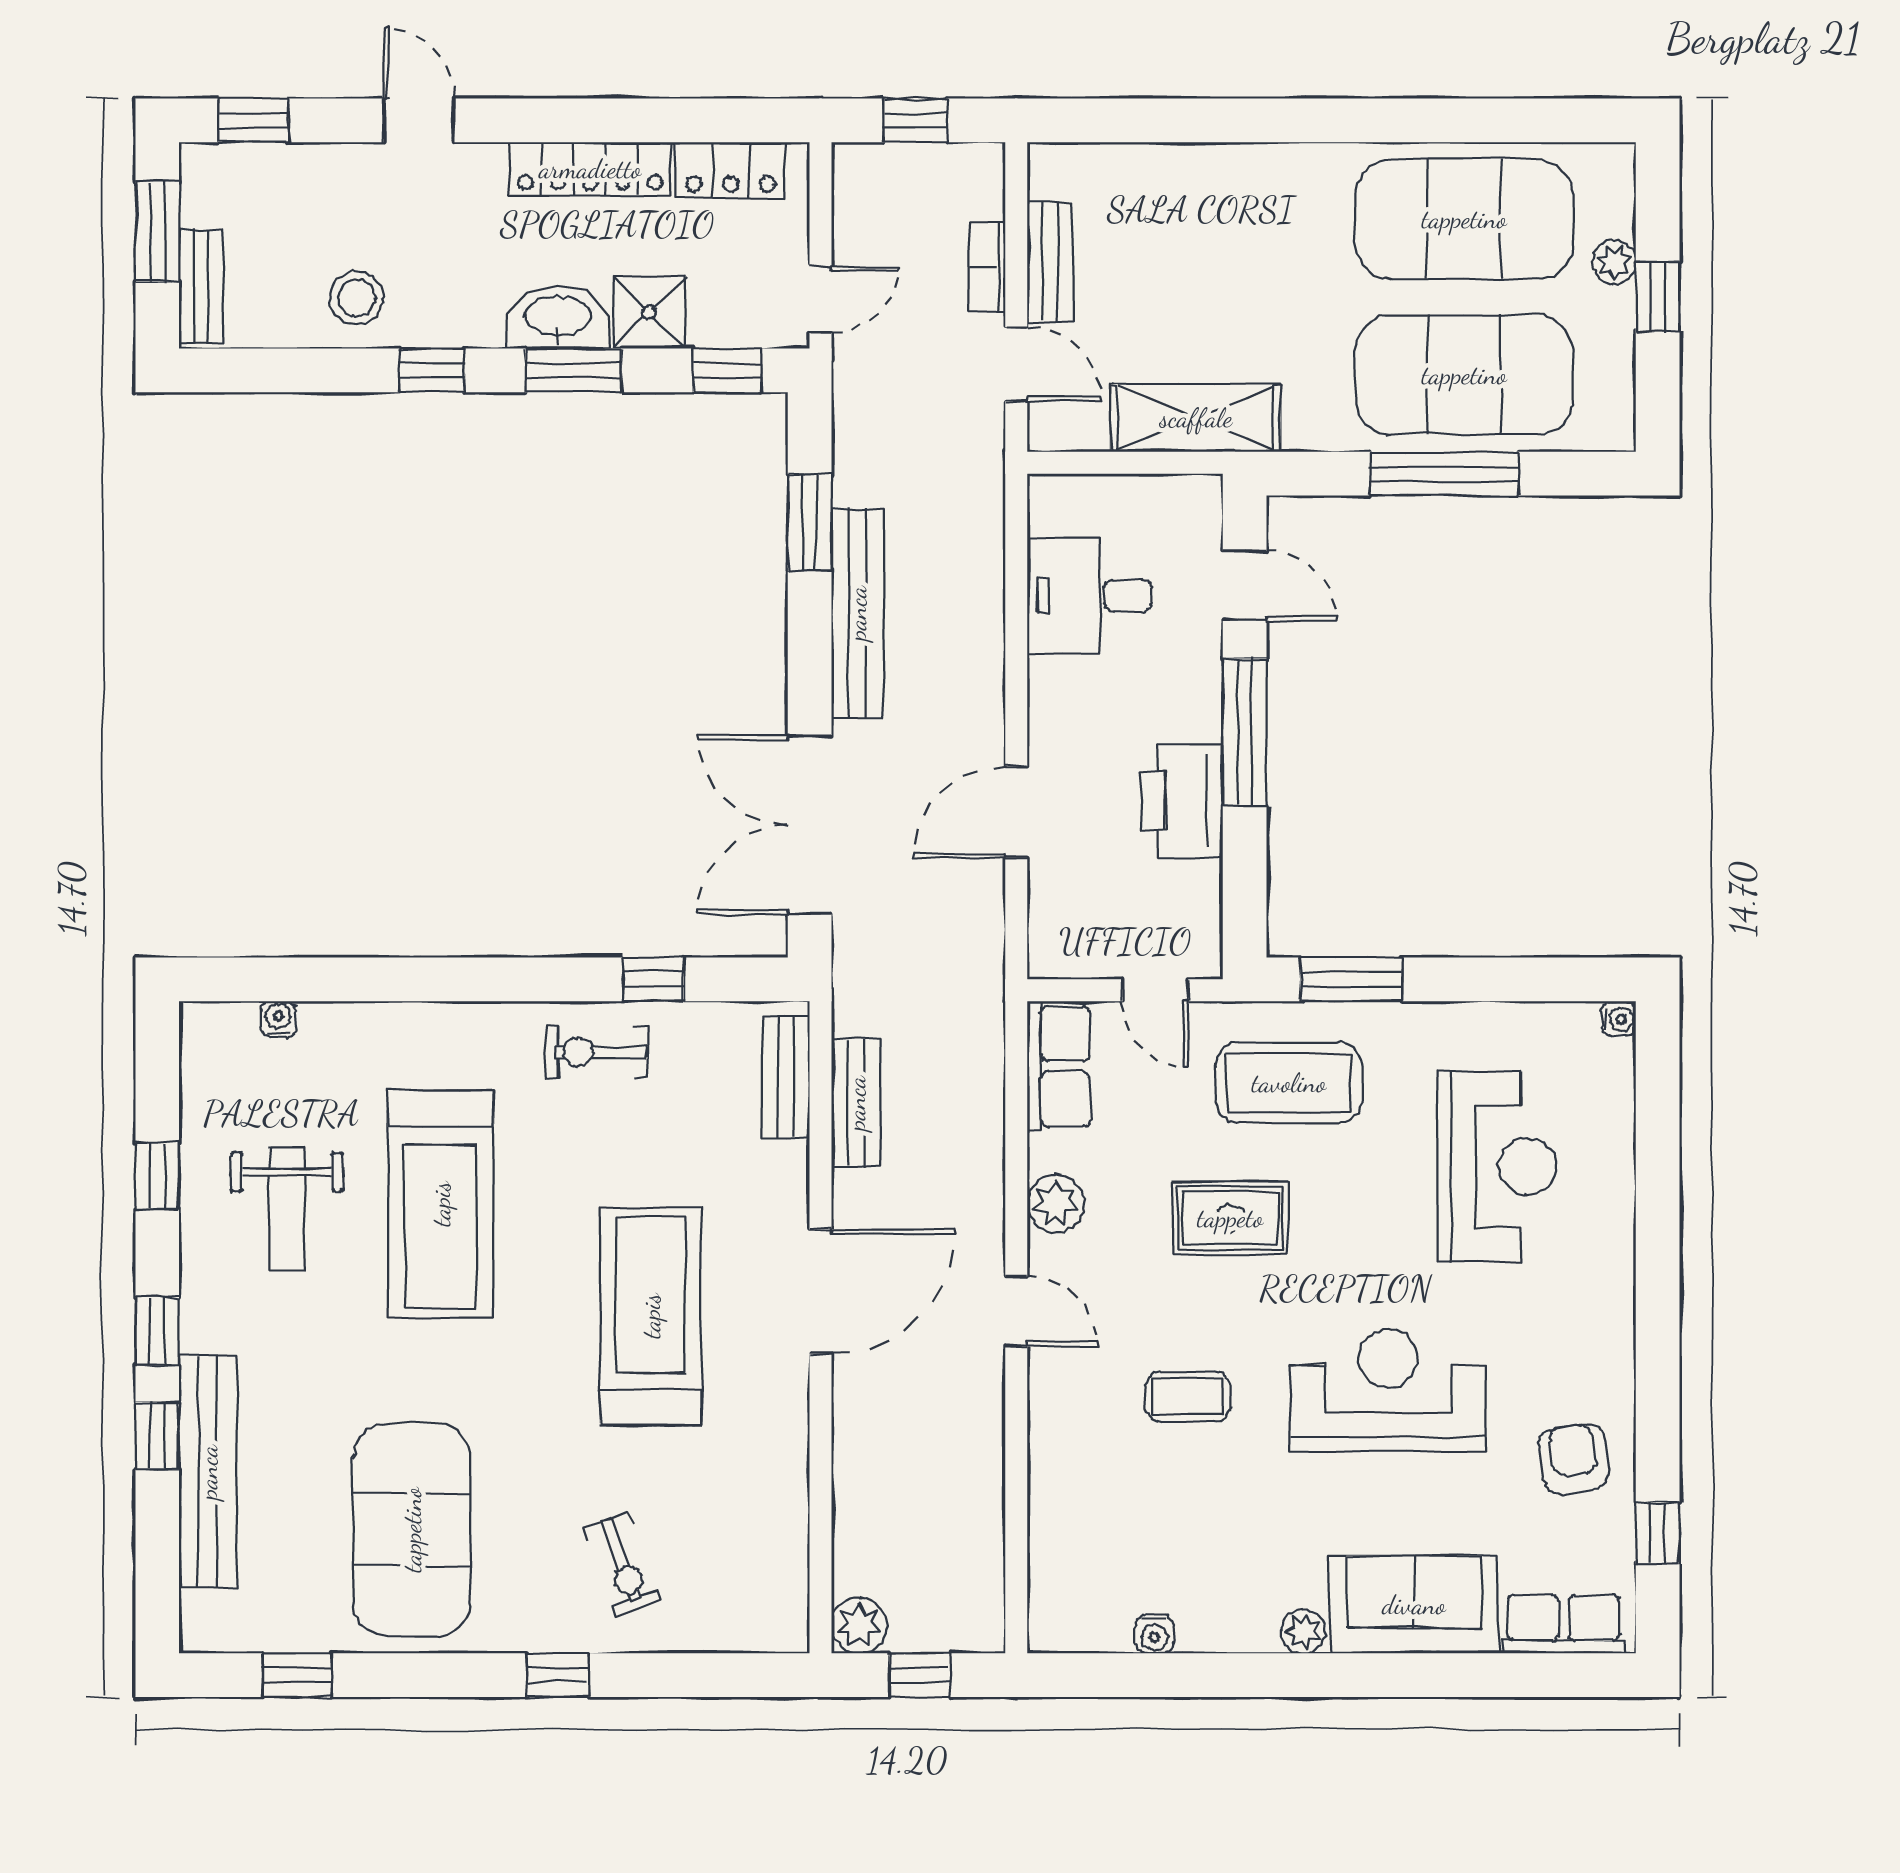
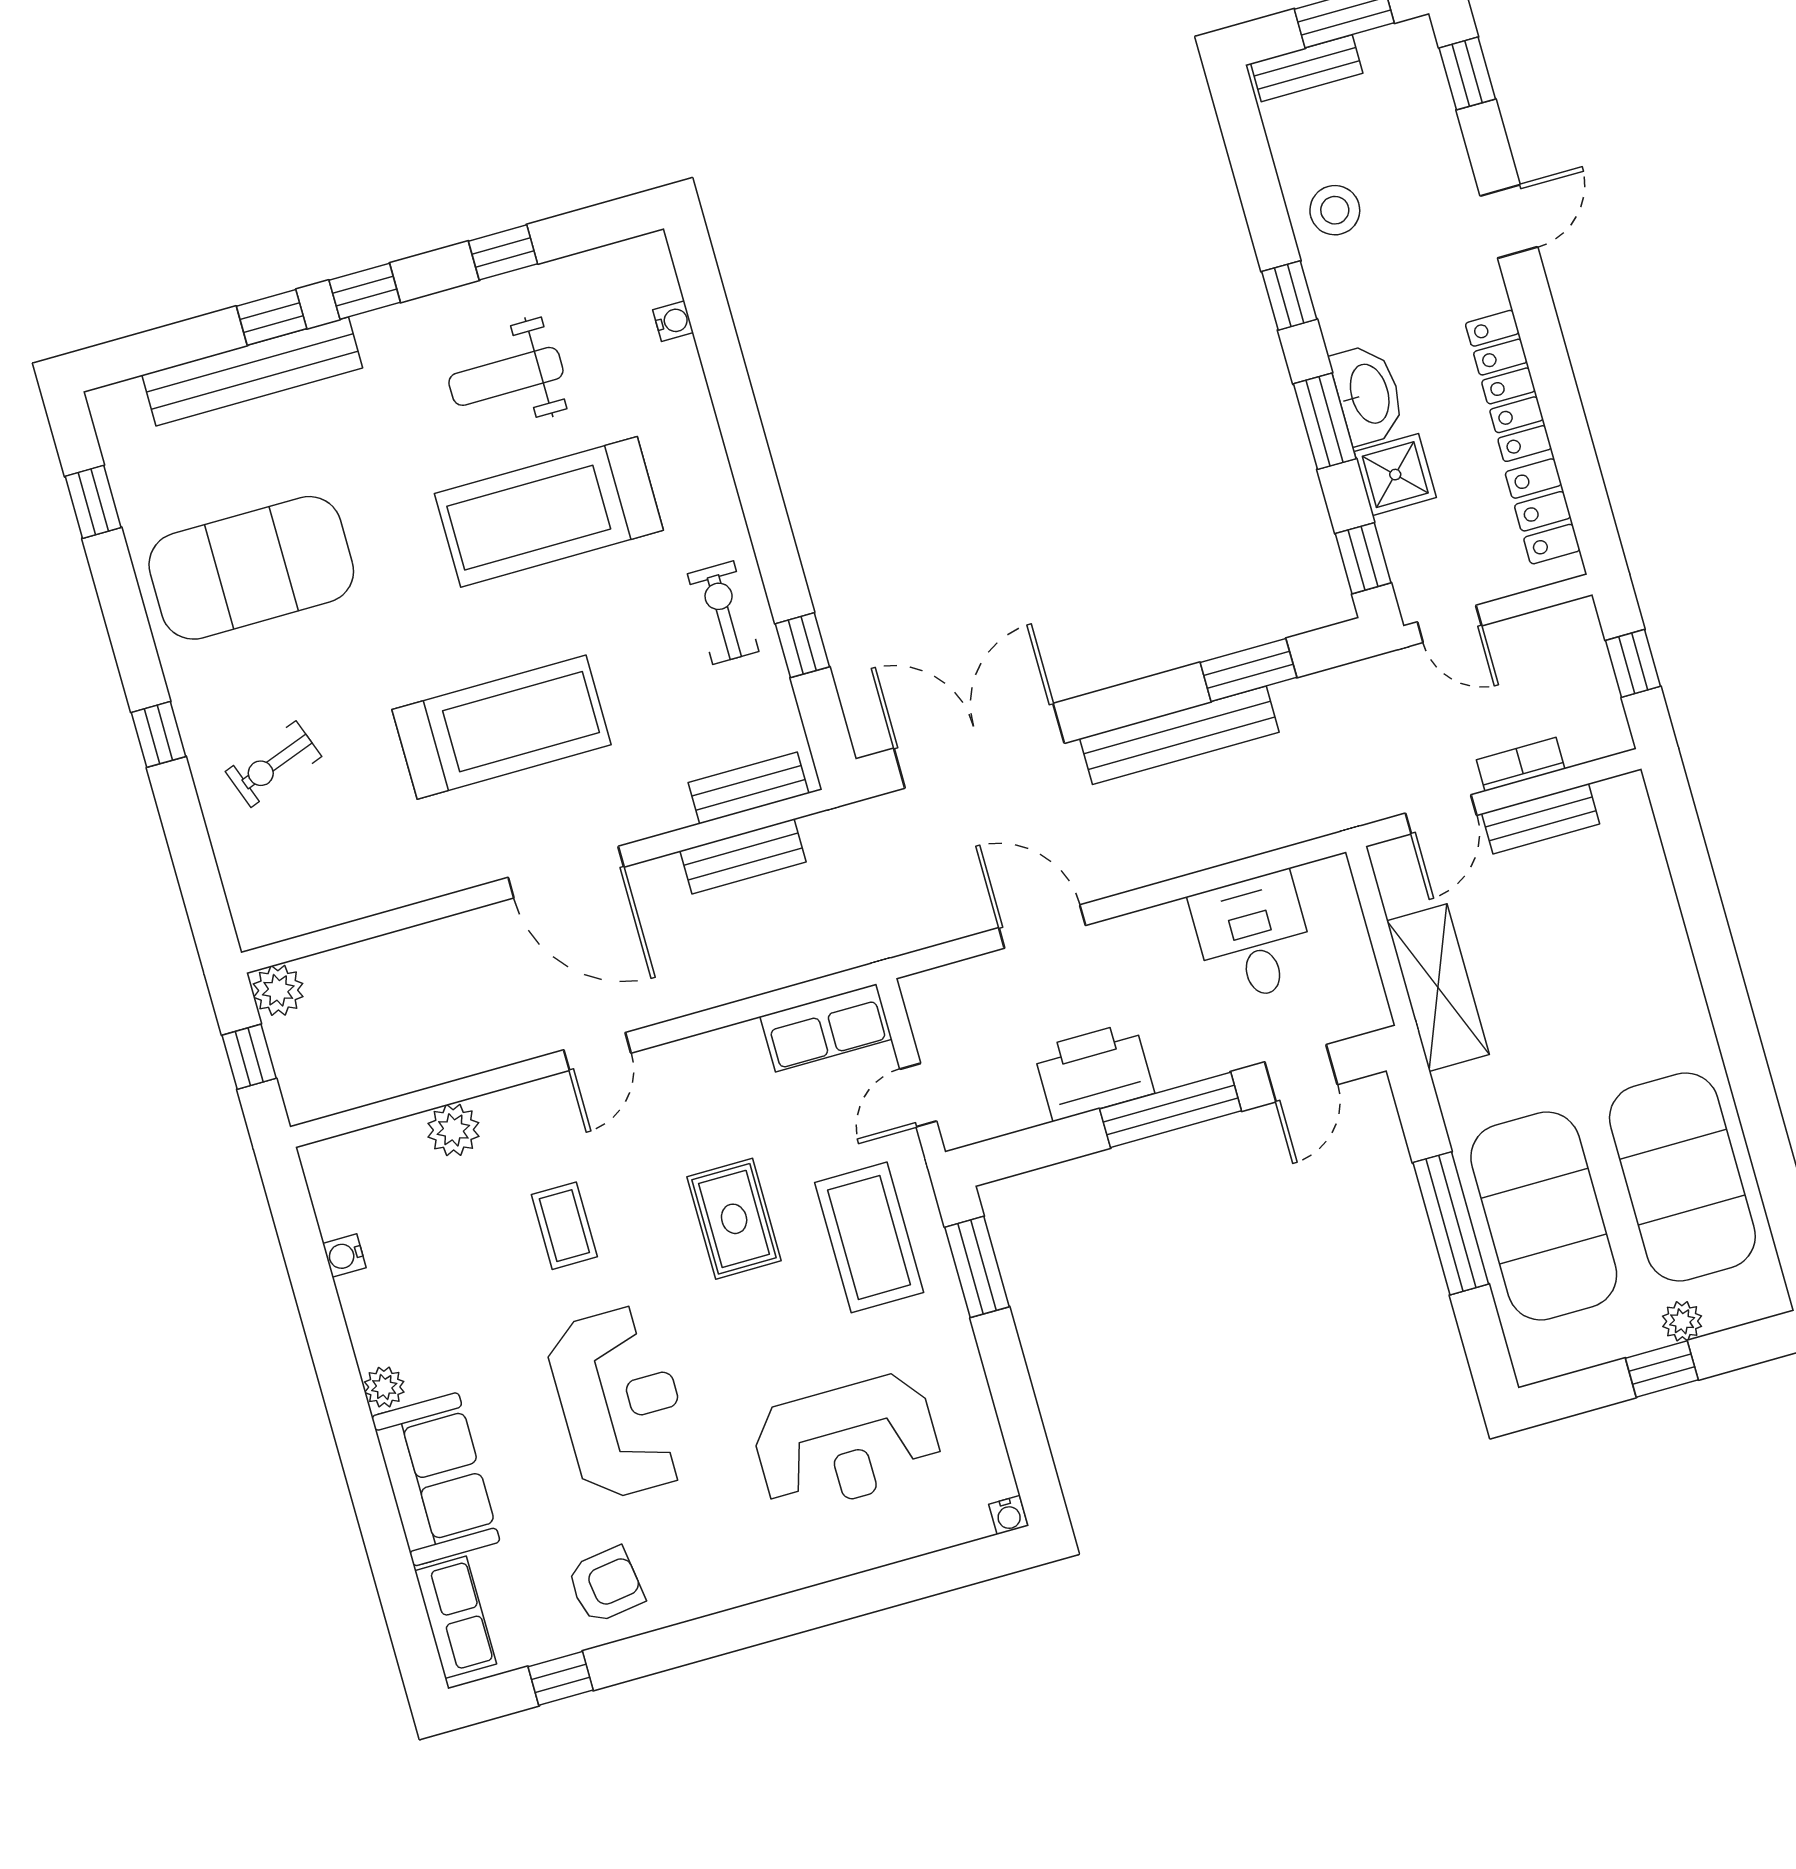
plant: (1056, 1203) -> (453, 1130), moved

